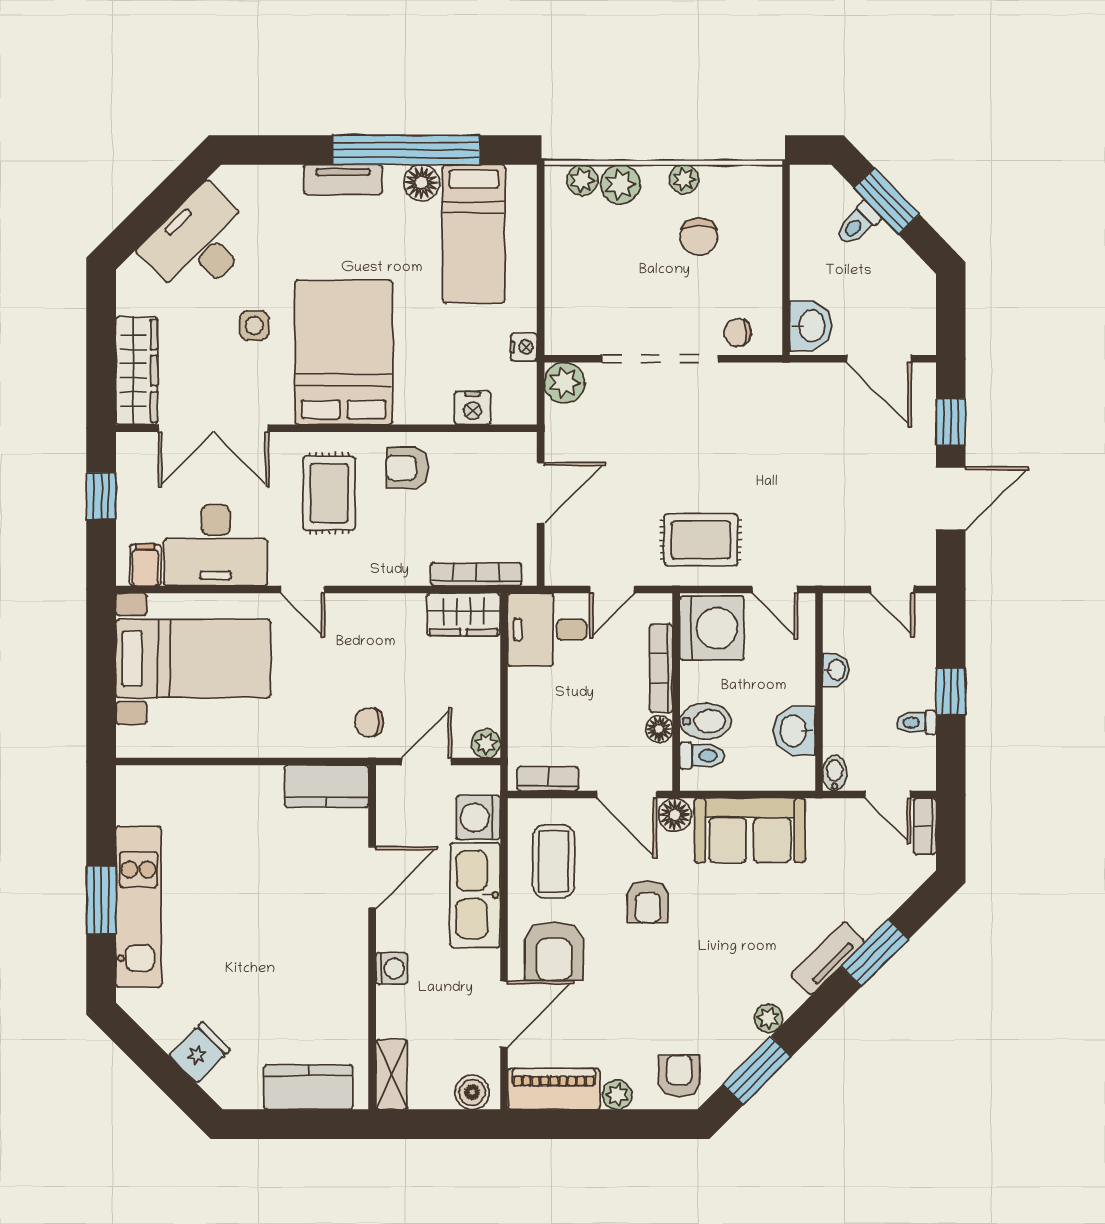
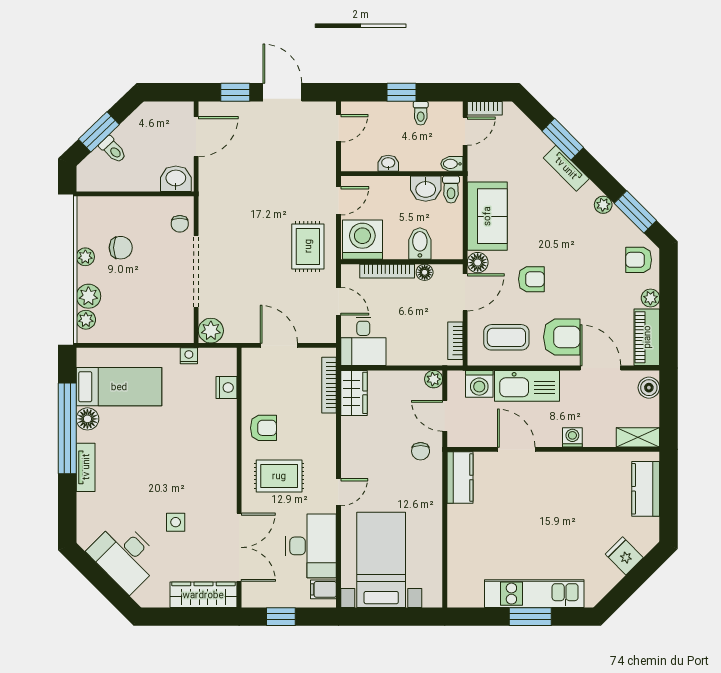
bed: (344, 352) -> (192, 467), removed
armchair: (407, 468) -> (263, 428), turned -90
toilet: (702, 756) -> (451, 190), moved, turned 180

